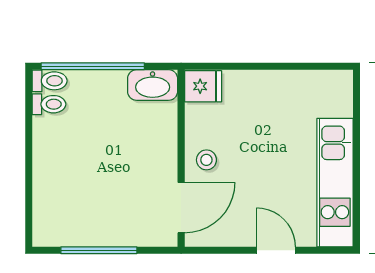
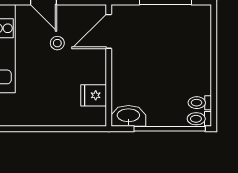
fridge: (203, 86) -> (94, 95), moved
stool: (206, 160) -> (57, 43), moved

